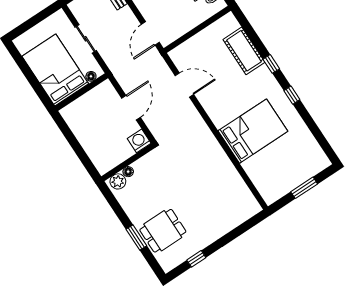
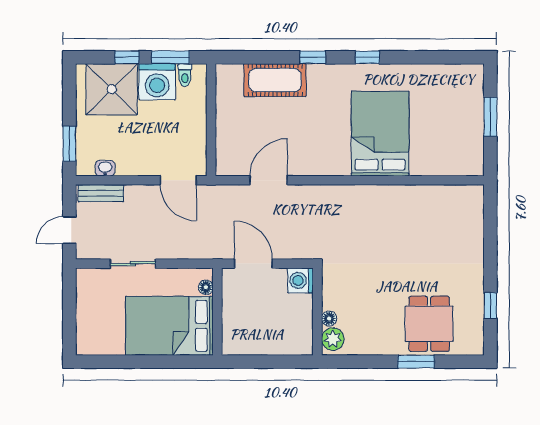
bed: (55, 70) -> (169, 326), moved
floor lamp: (91, 76) -> (206, 287), moved
wall: (81, 92) -> (217, 312), moved

